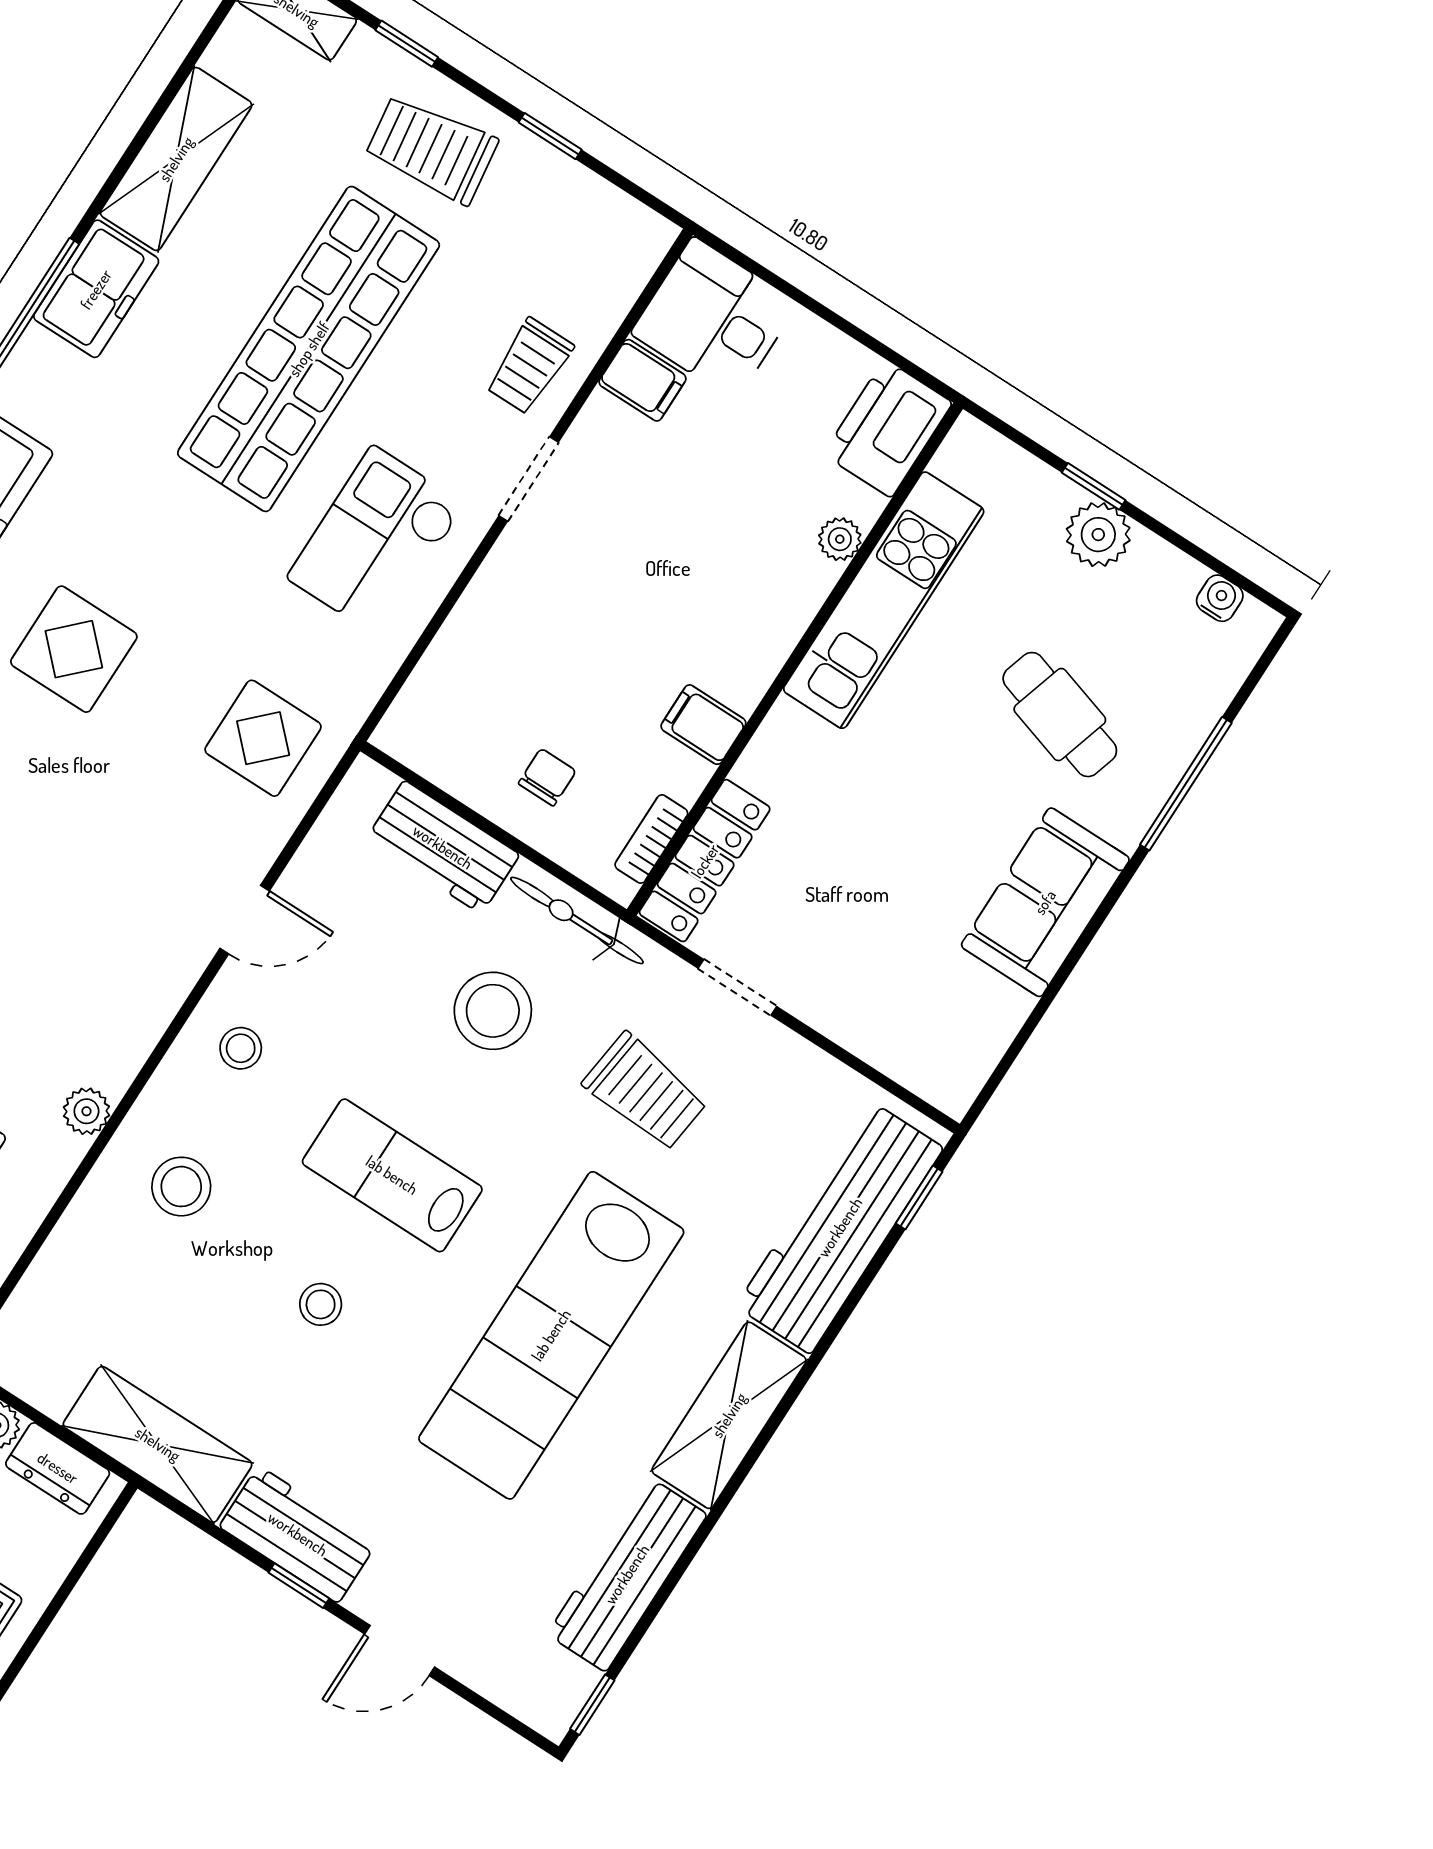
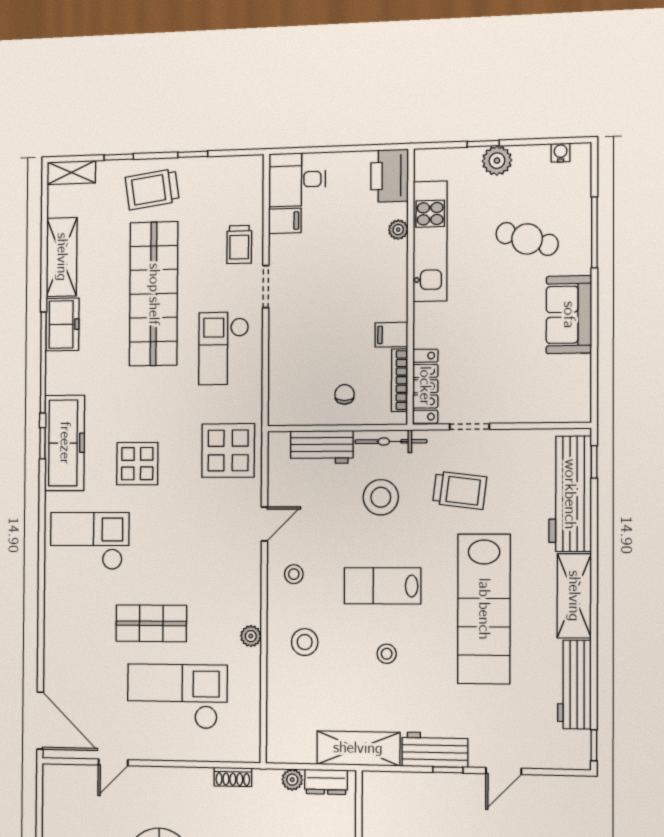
display table: (263, 738) -> (228, 451), width x1.36, depth x1.36
bookcase: (651, 839) -> (399, 380), width x1.56

